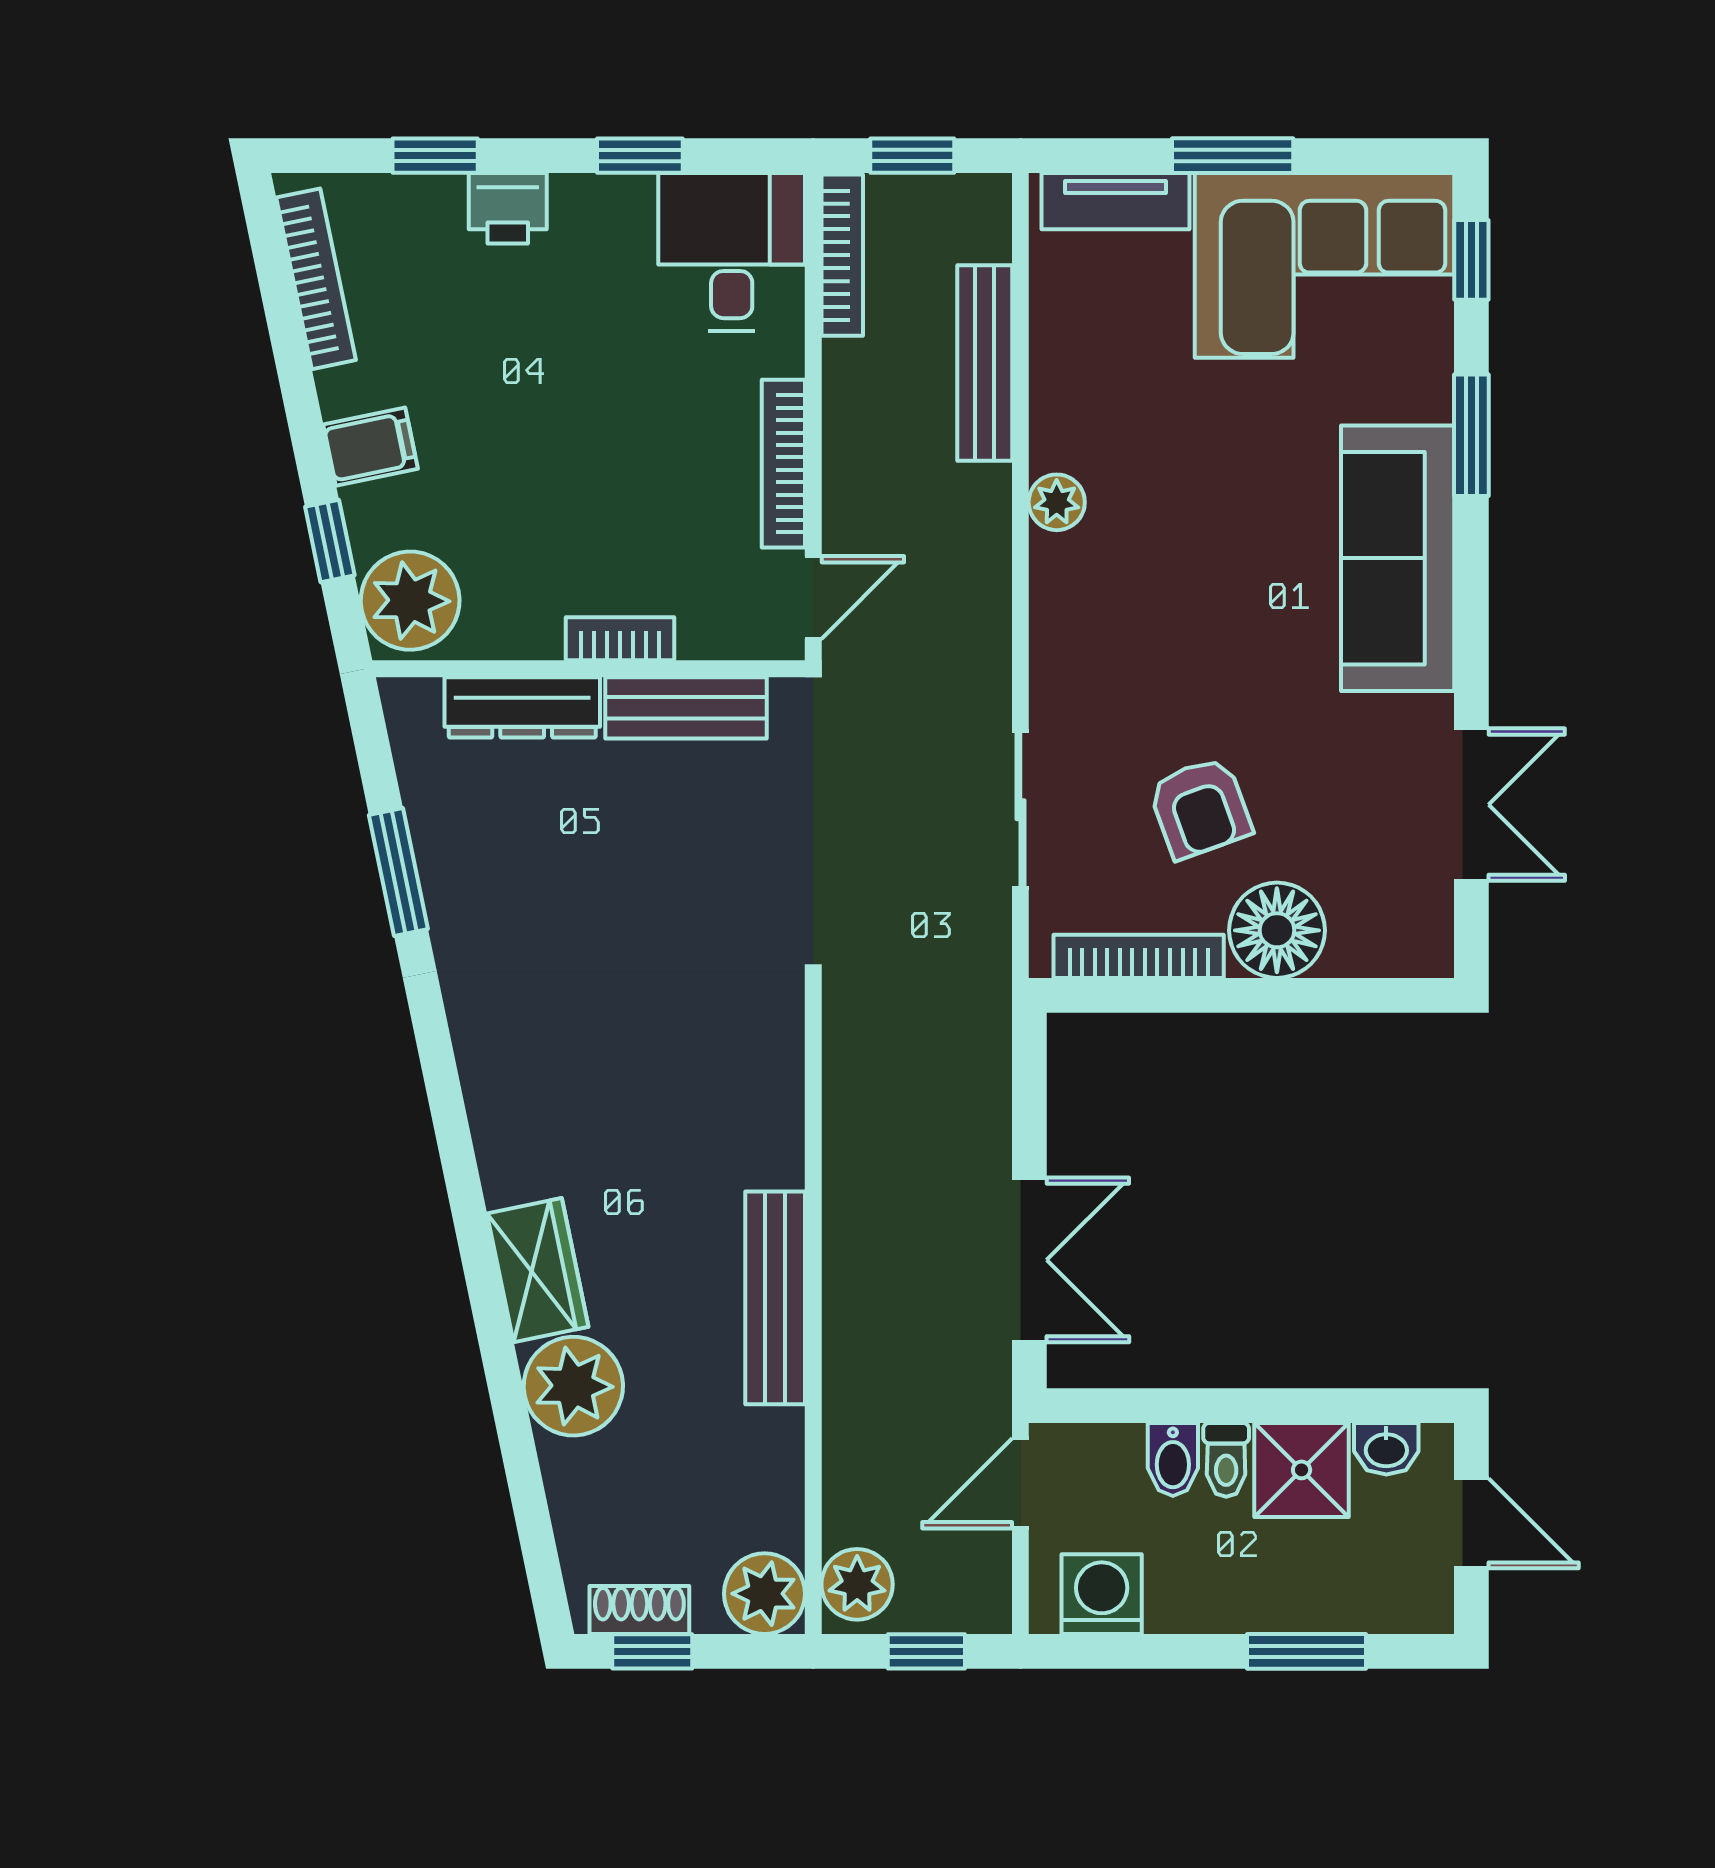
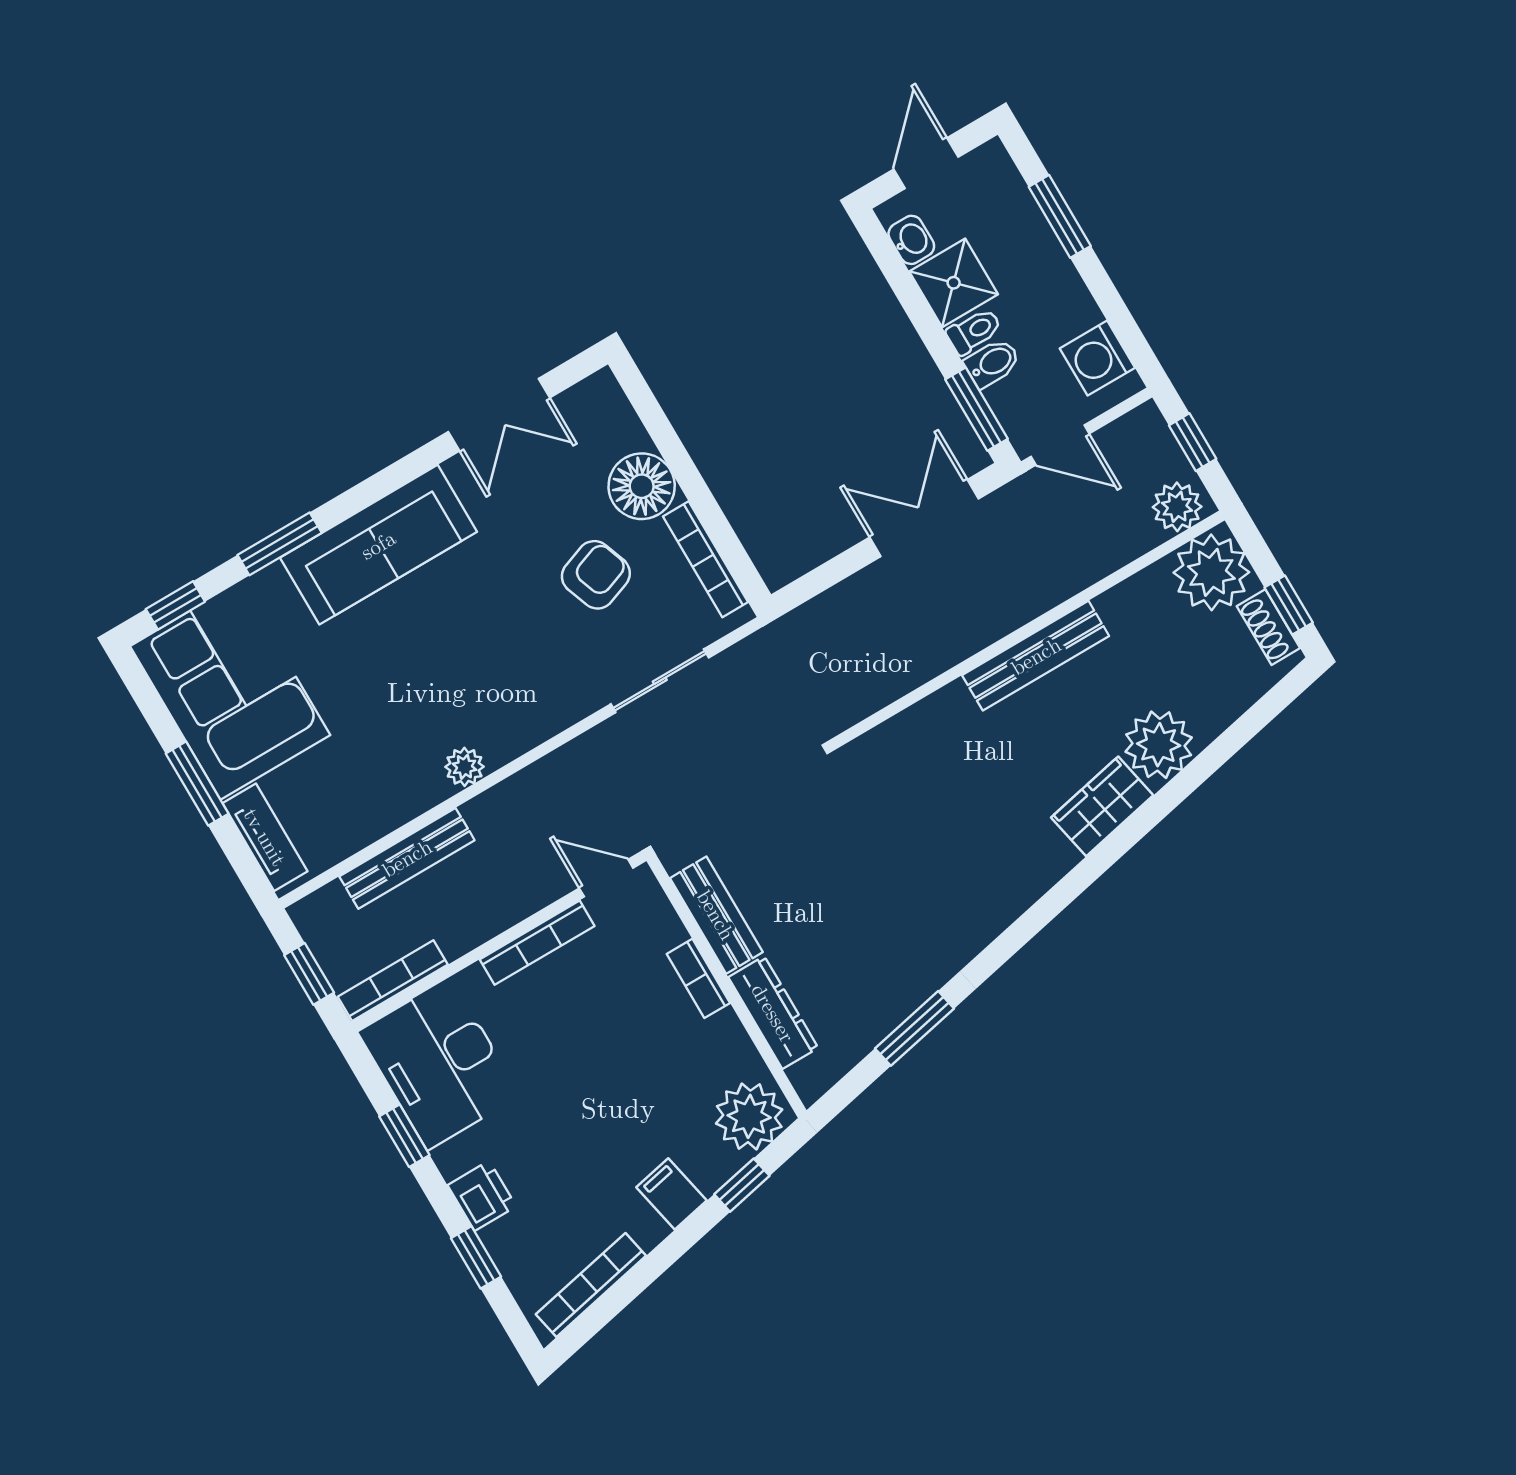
desk: (732, 252) -> (439, 1064), width x1.37
double door: (1471, 805) -> (499, 415), swing flipped
window: (1127, 1406) -> (976, 409), added
plant: (765, 1594) -> (1211, 572), width x1.36, depth x1.36

